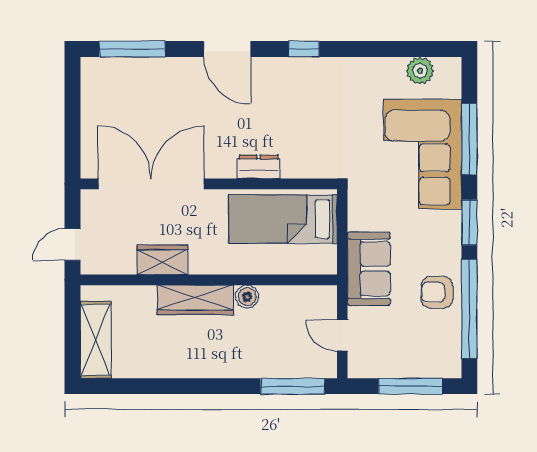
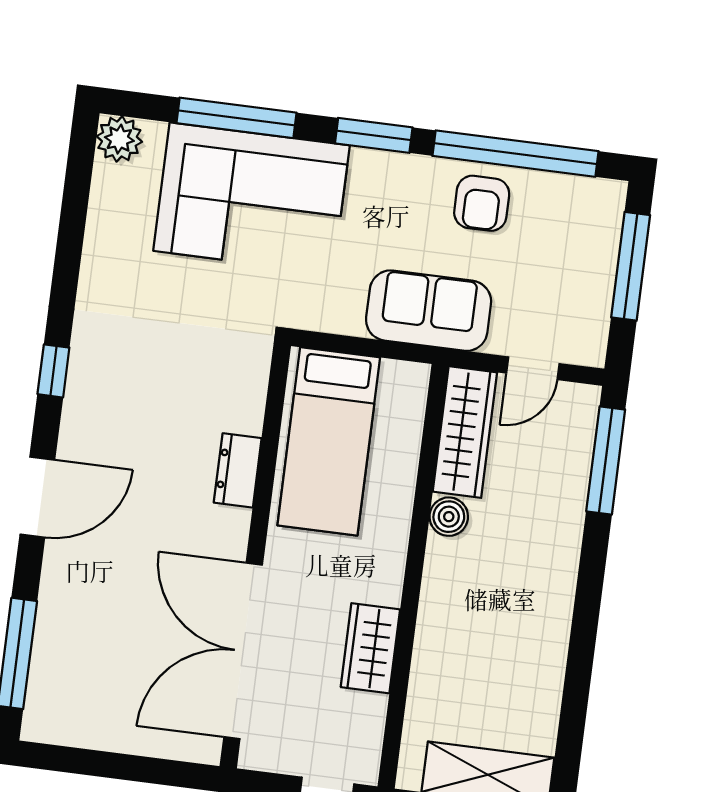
plant: (420, 71) -> (119, 139), moved
wardrobe: (195, 300) -> (465, 432), moved

